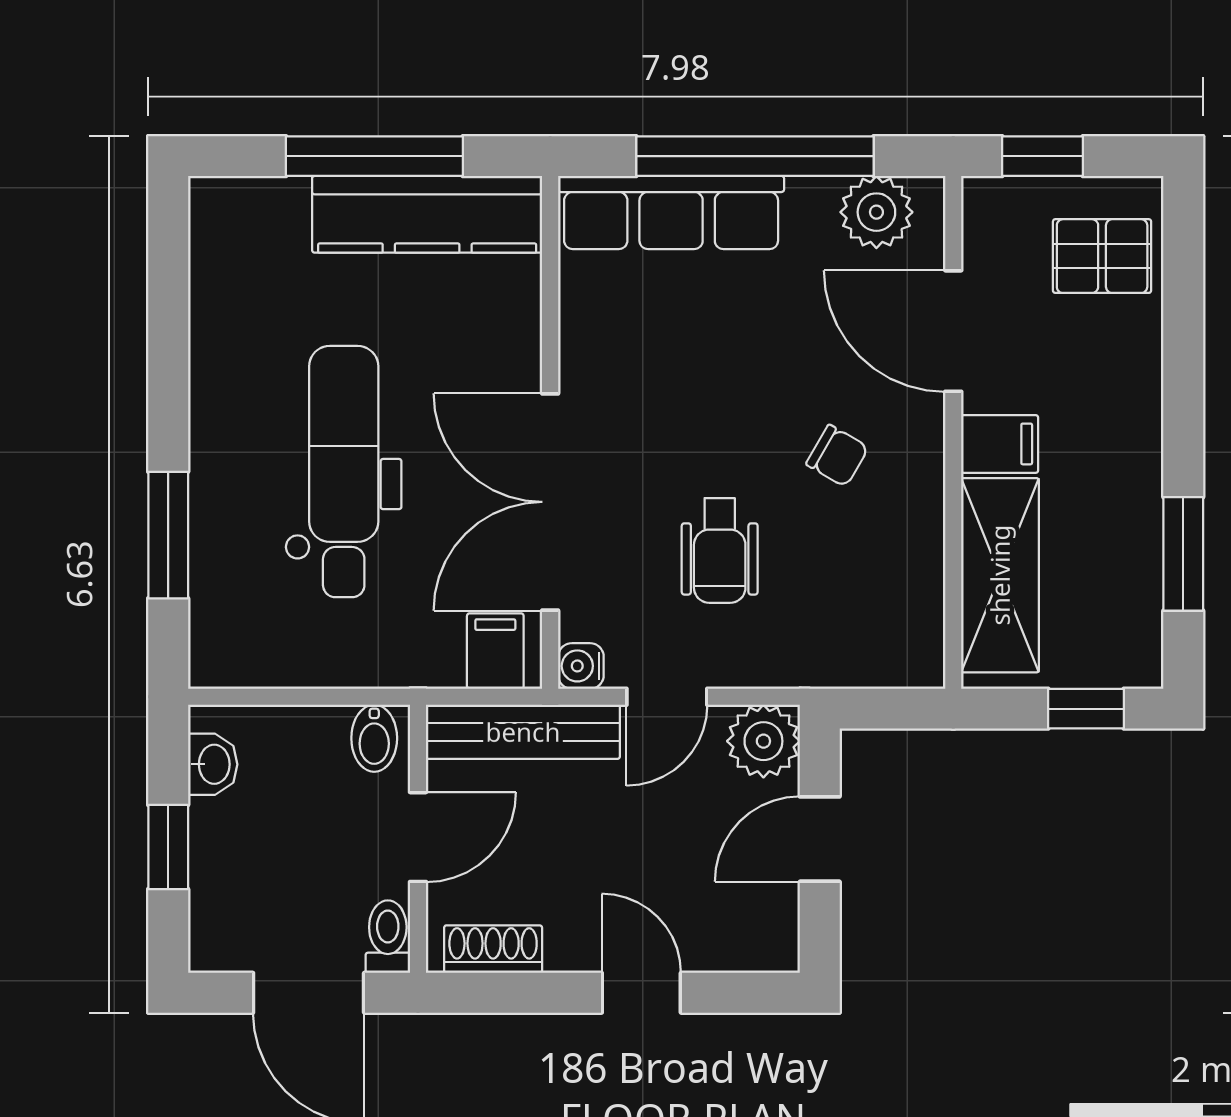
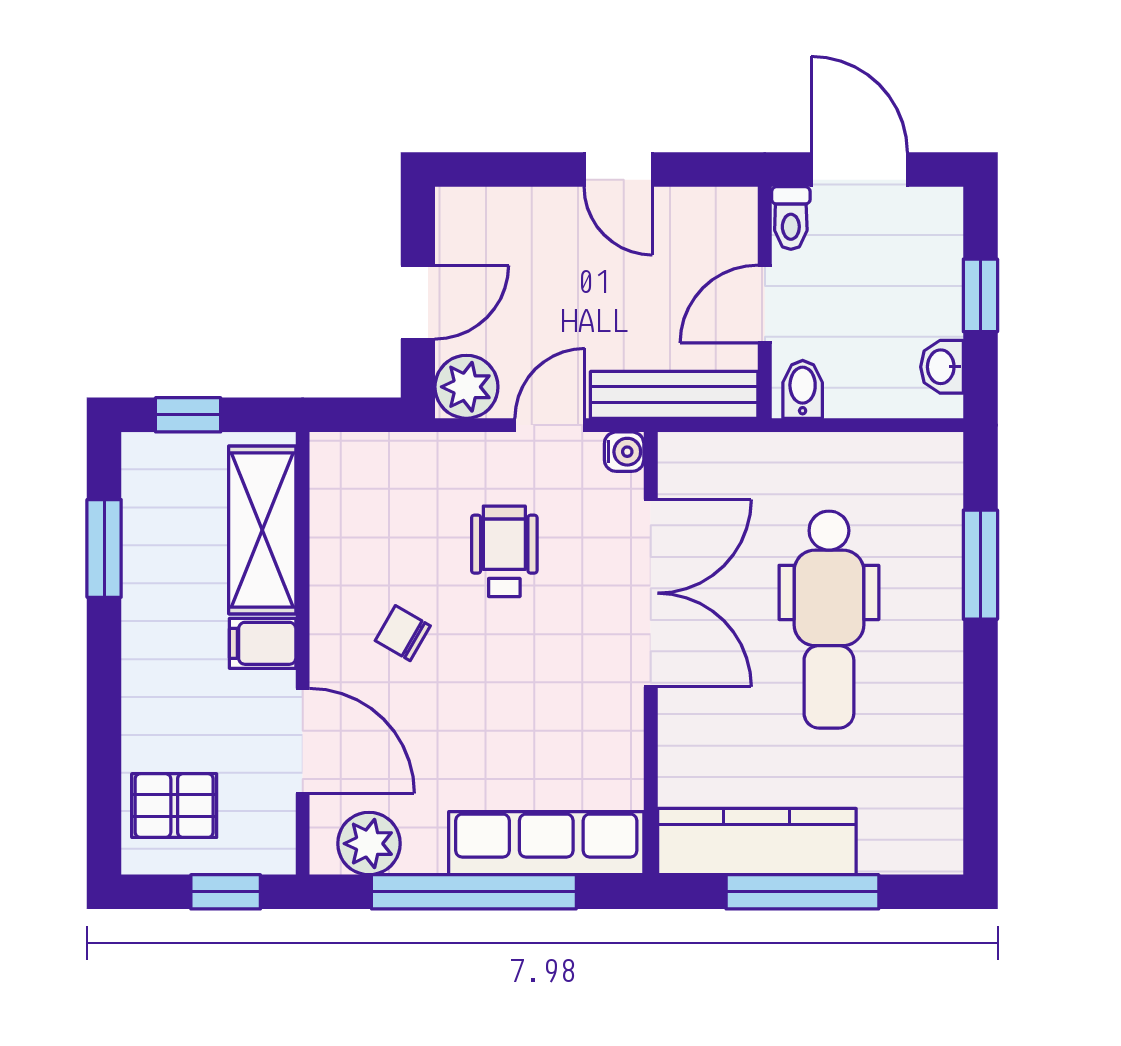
filing cabinet: (495, 651) -> (698, 465), removed
shoe rack: (493, 949) -> (700, 207), removed
door: (641, 993) -> (618, 170), moved

